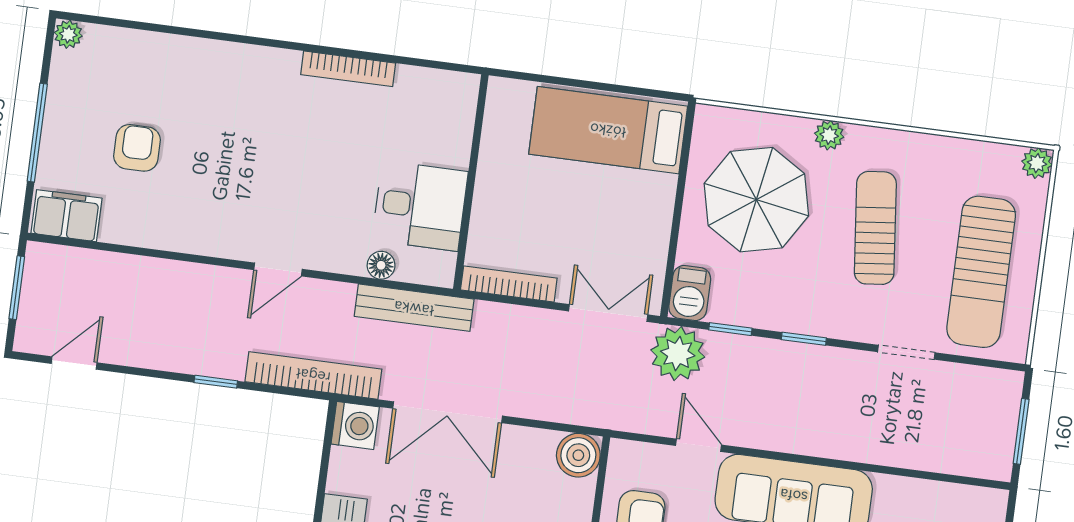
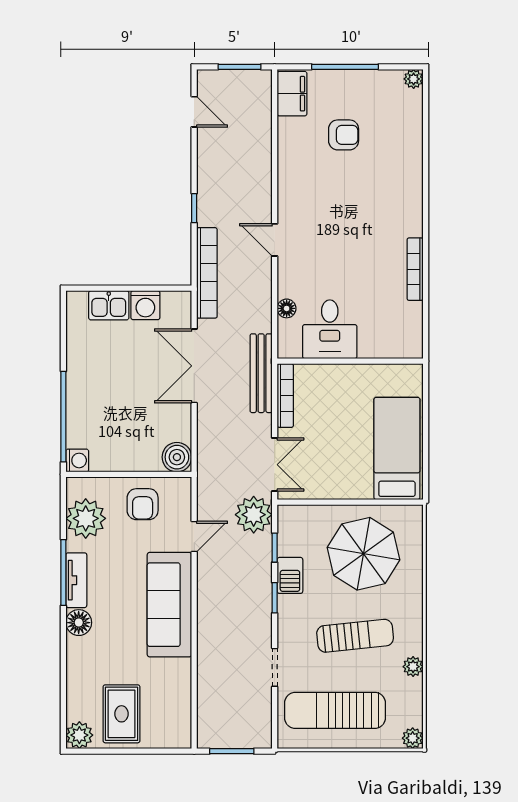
plant: (829, 135) -> (413, 667), moved
barbecue: (690, 293) -> (290, 575), moved, turned -90
bench: (414, 308) -> (261, 373), moved
washing machine: (355, 425) -> (145, 305), moved

